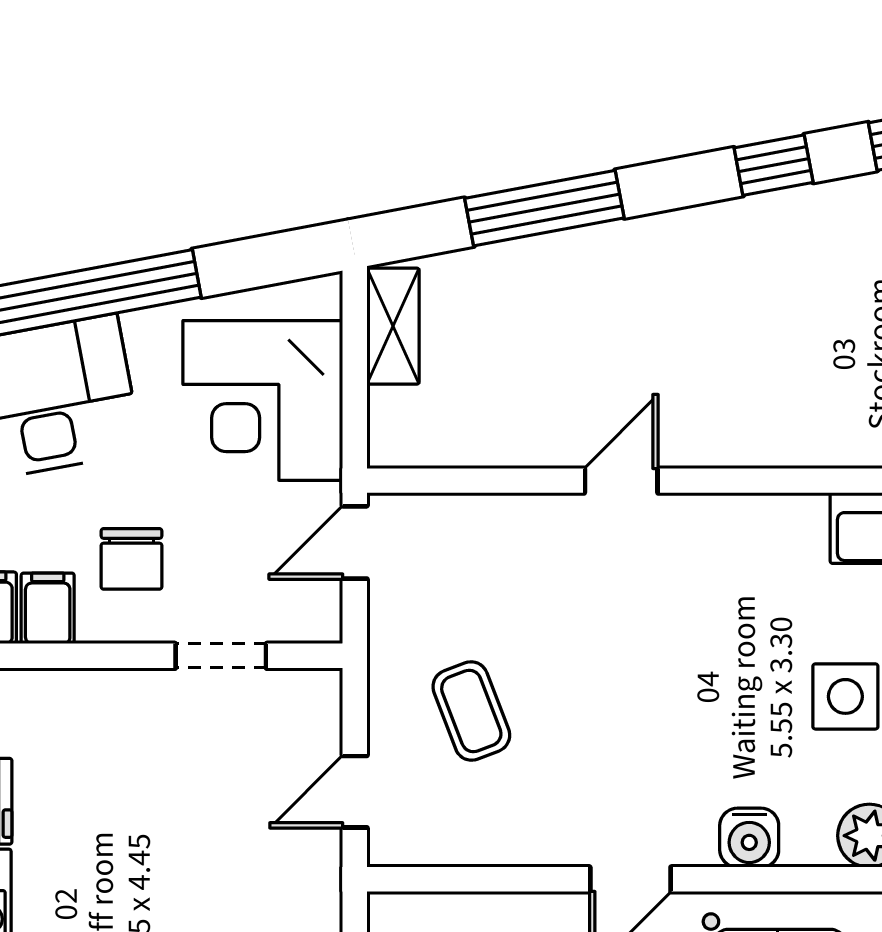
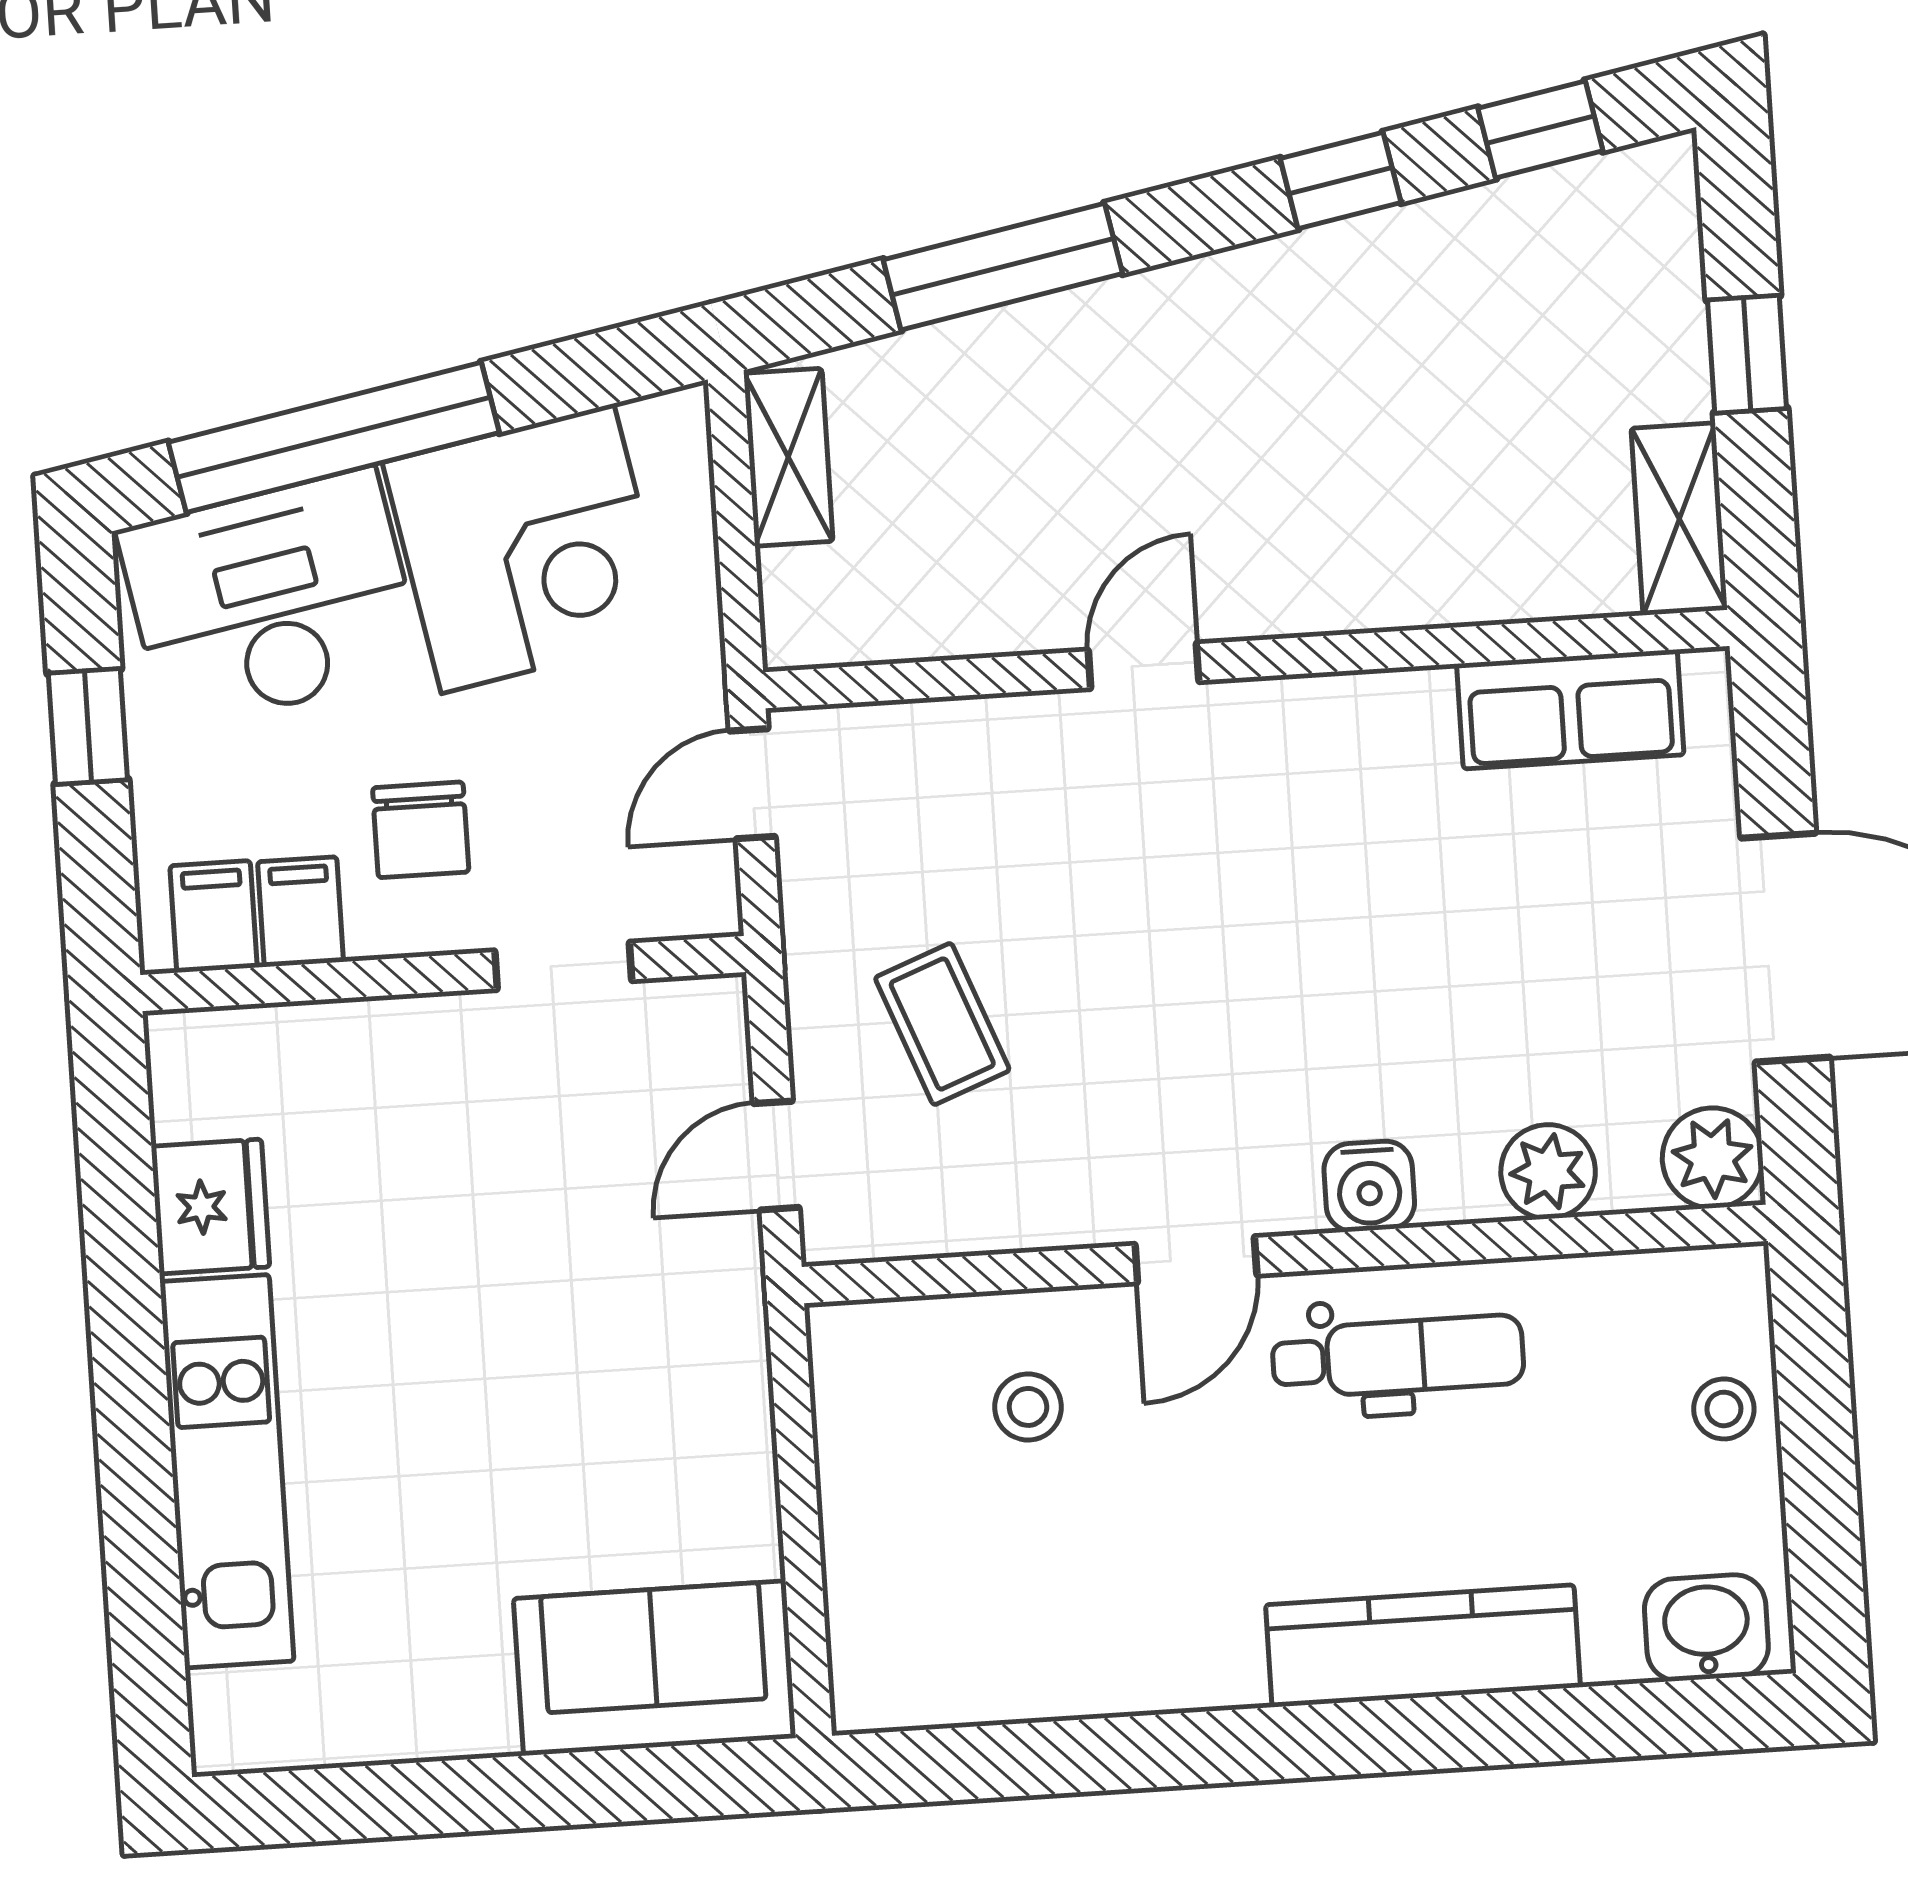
corner desk: (263, 400) -> (527, 549), moved, turned -101
side table: (845, 696) -> (1499, 966), removed

